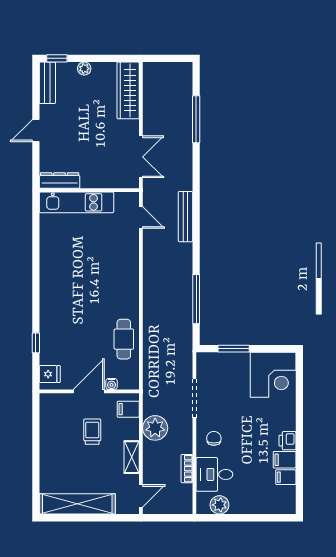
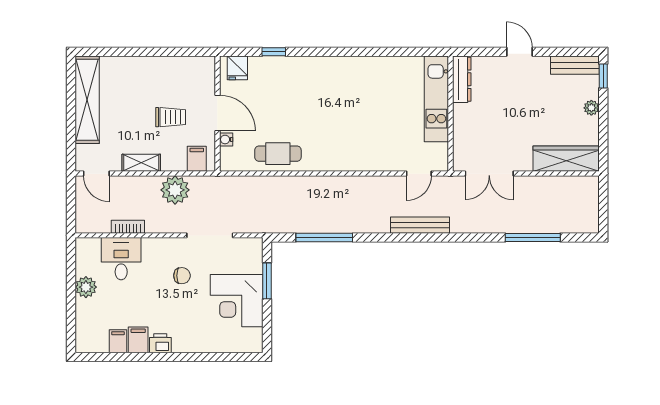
corner desk: (273, 375) -> (237, 301), moved
chair: (214, 438) -> (182, 276), moved
plant: (219, 505) -> (86, 287), moved

